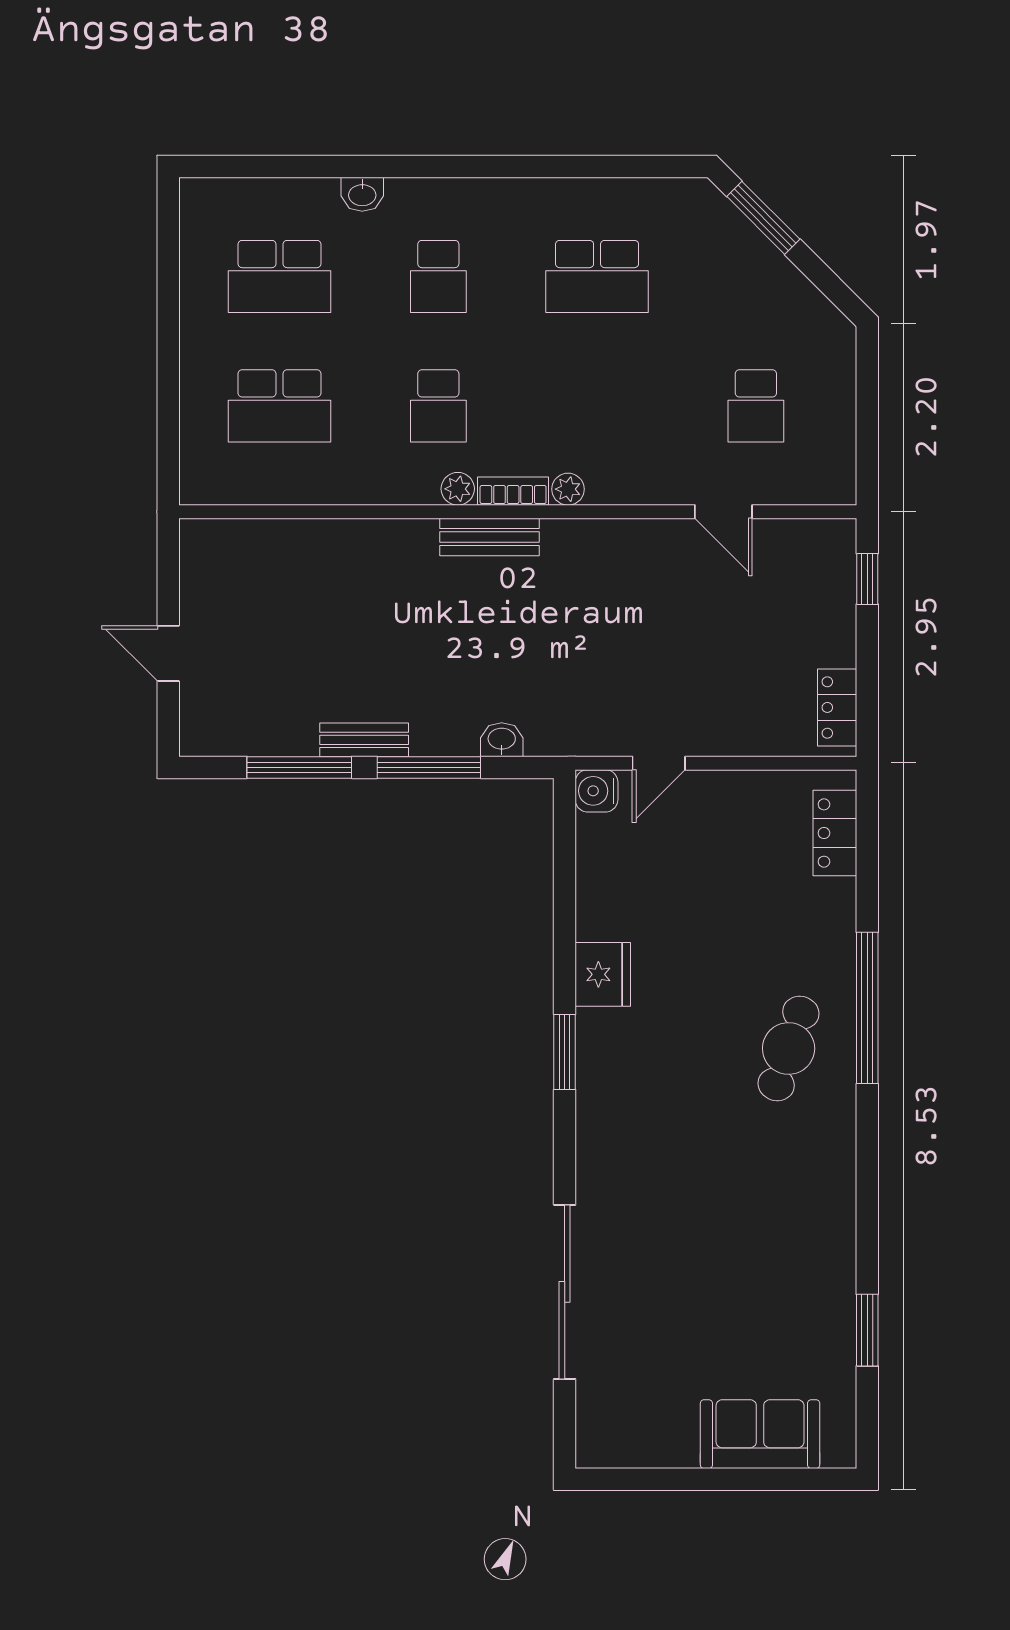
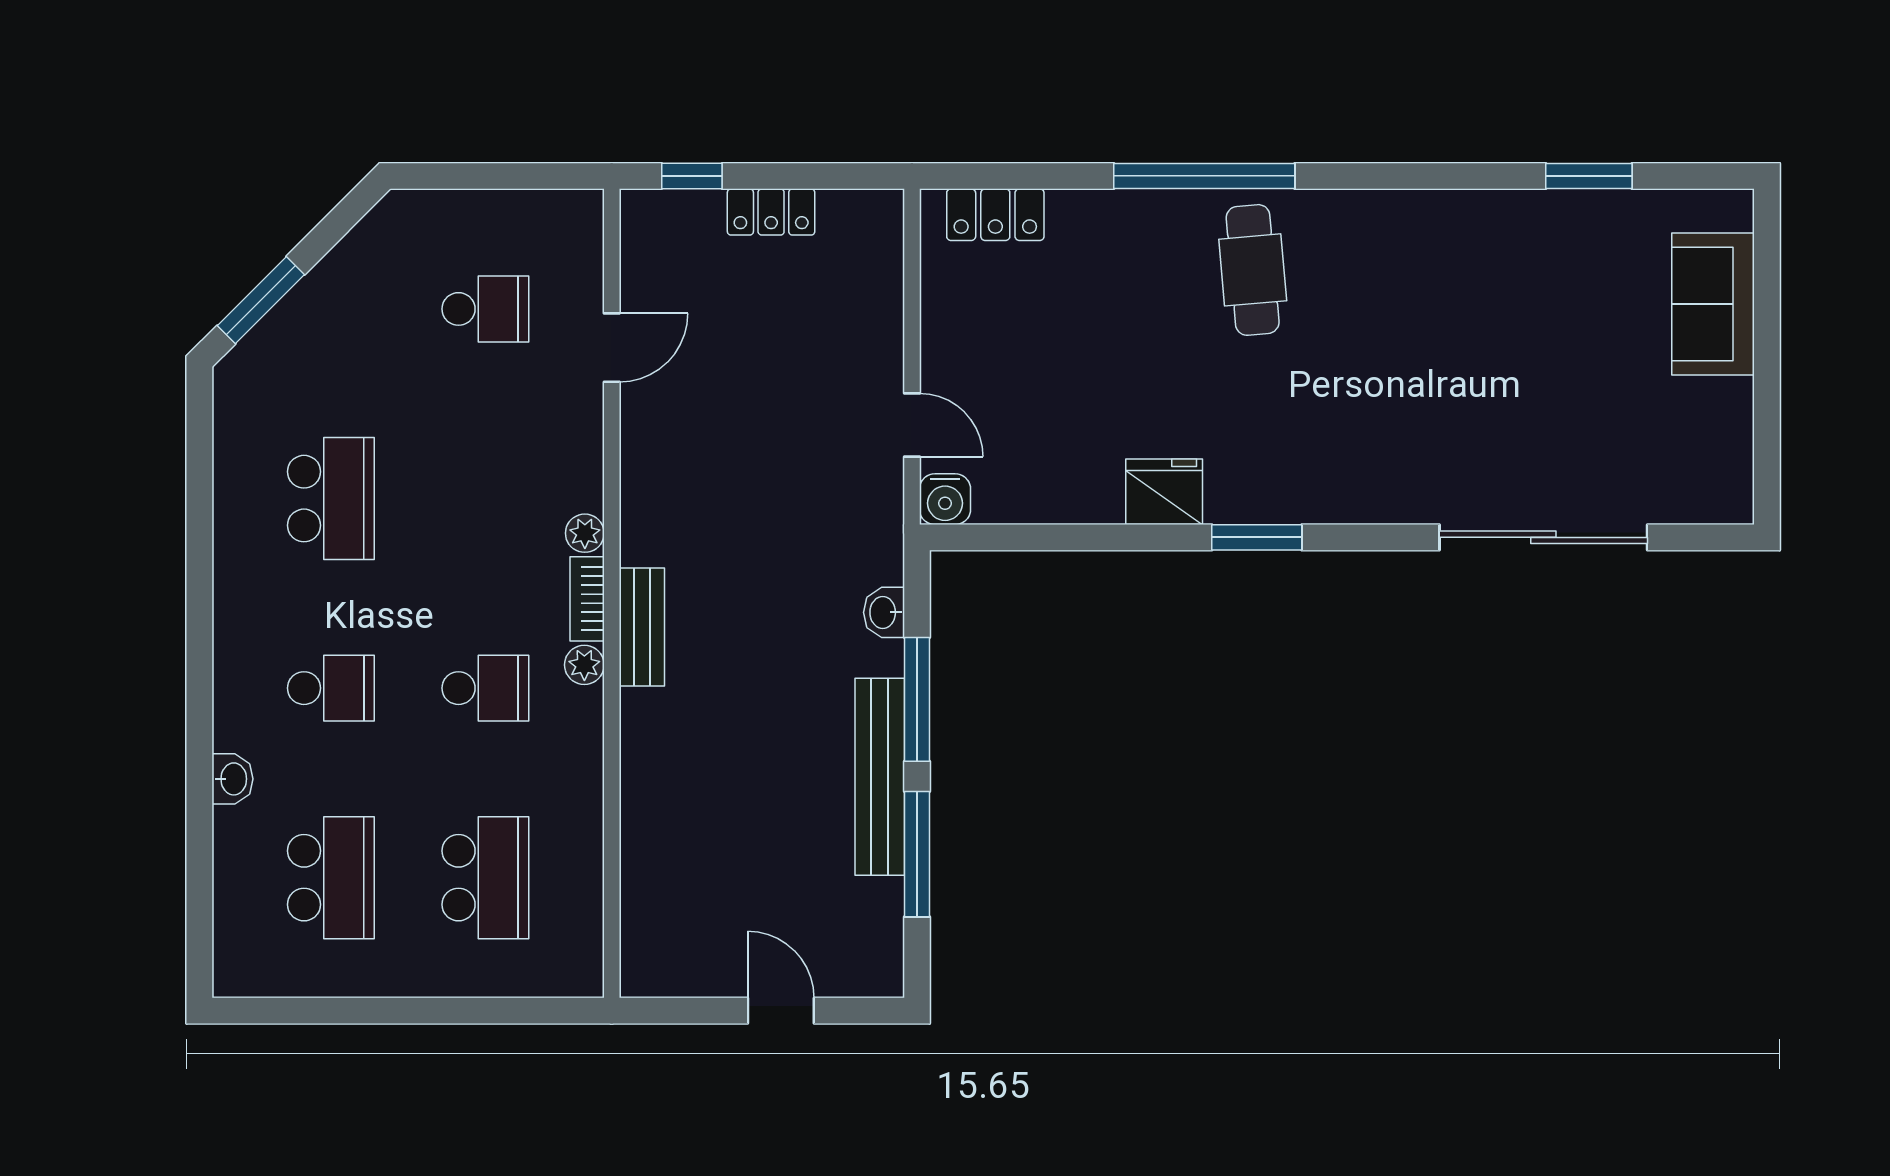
door: (168, 653) -> (781, 1011), swing flipped
locker: (837, 707) -> (771, 212), moved
bench: (364, 740) -> (880, 777), width x1.86, depth x1.21
cafe table: (789, 1049) -> (1253, 270), turned 66

